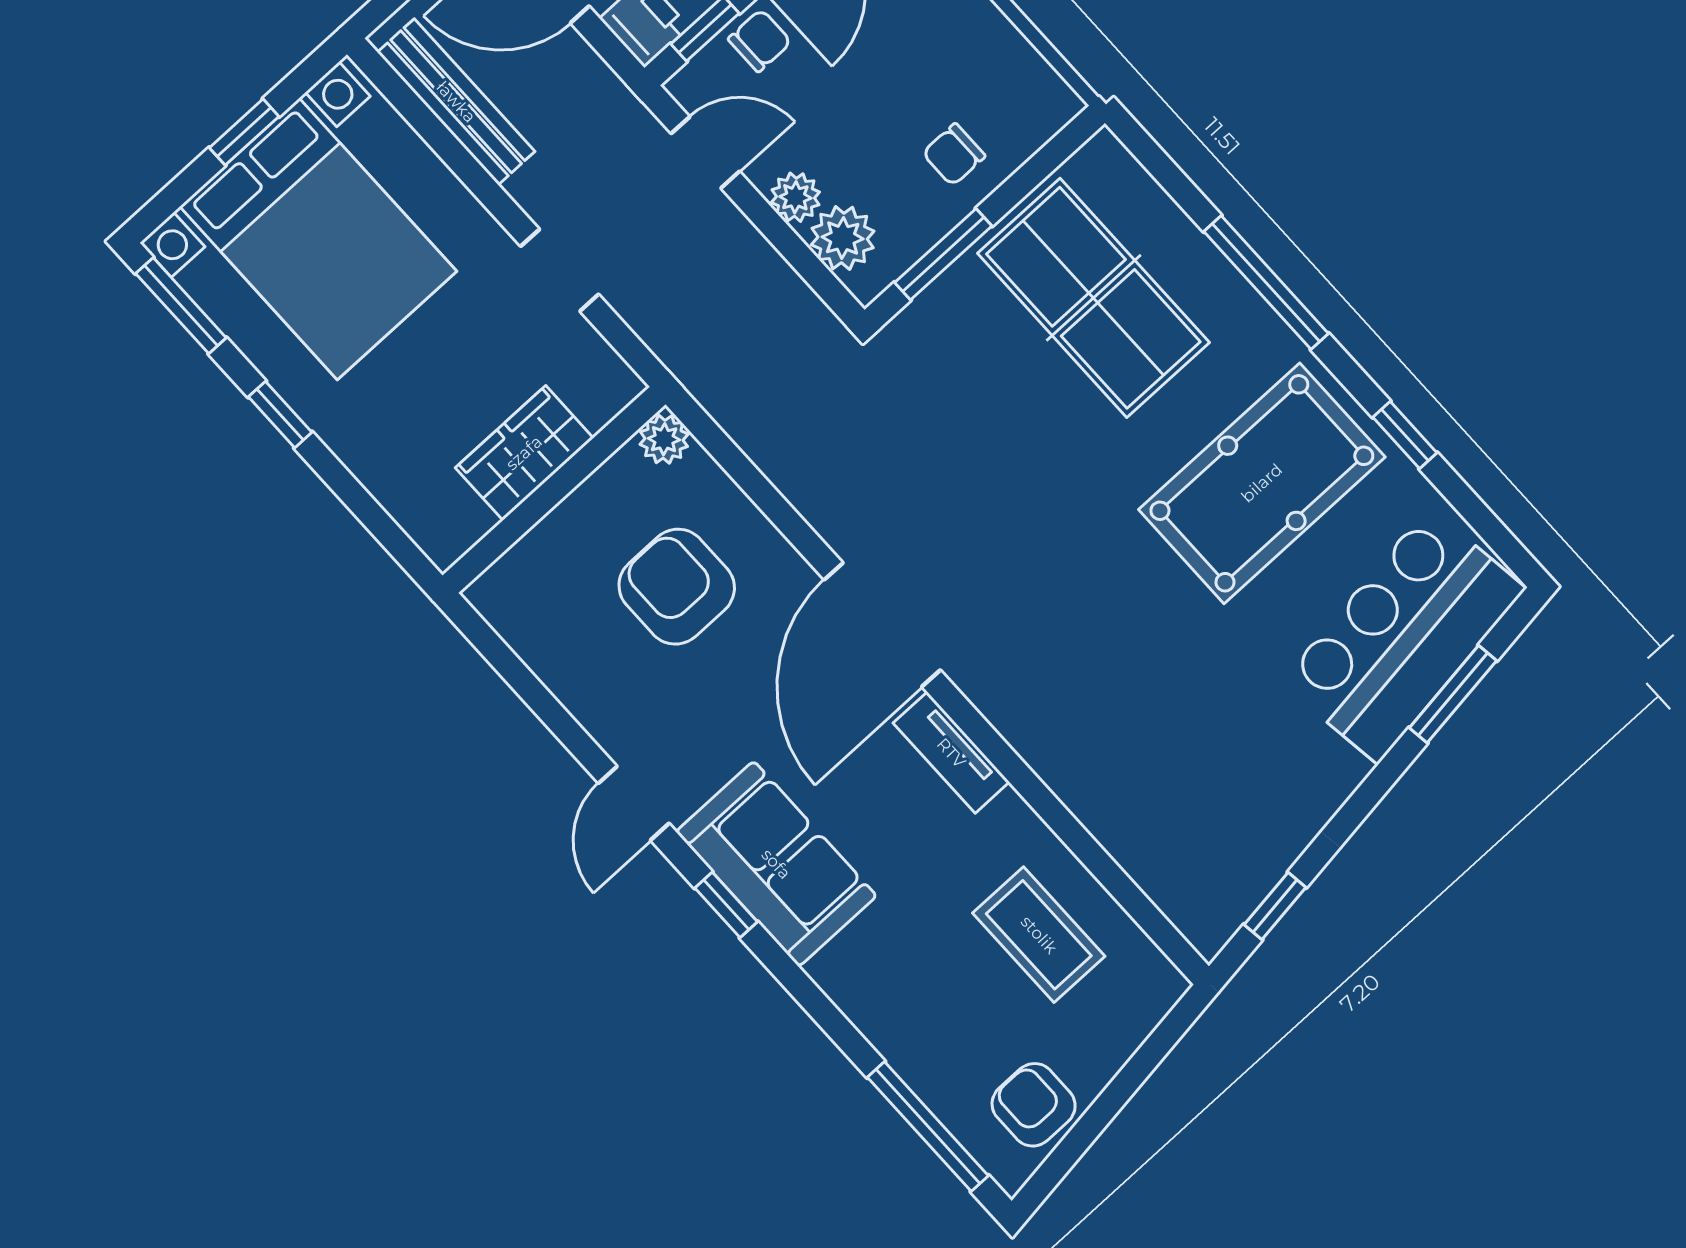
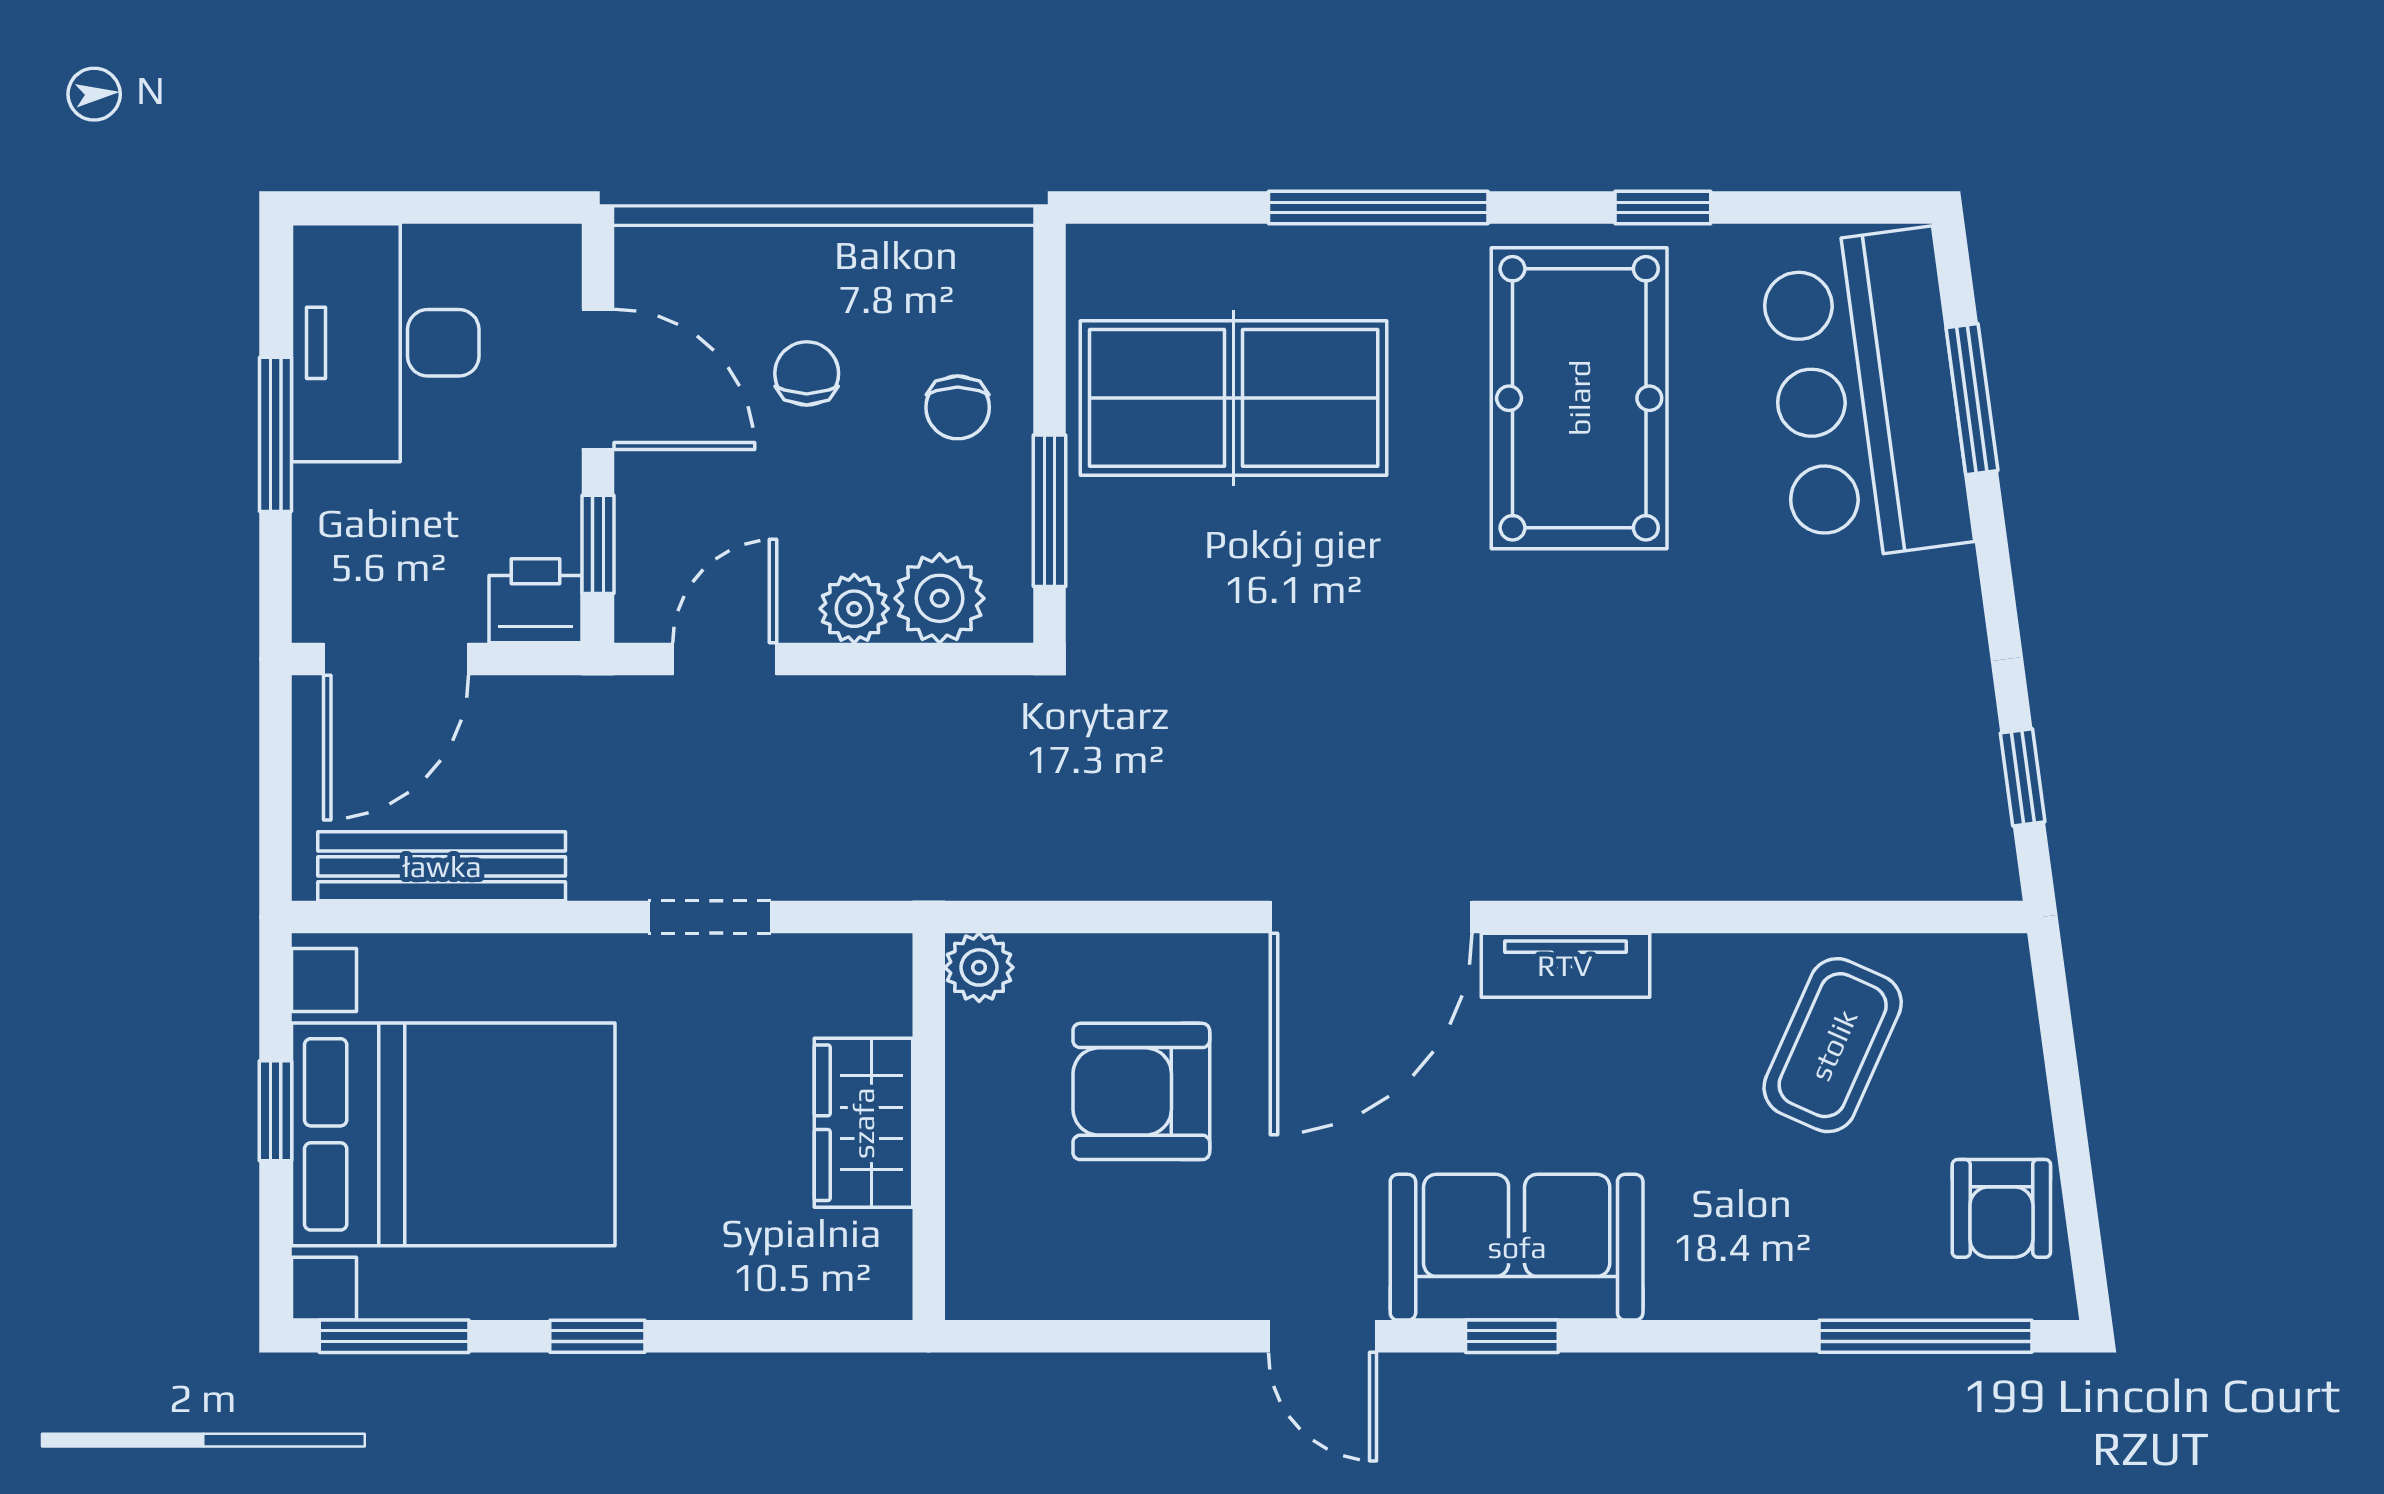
chair: (760, 41) -> (807, 373), moved
door: (882, 625) -> (1371, 917), hinge flipped
coffee table: (1039, 935) -> (1833, 1045), turned -66
armchair: (1034, 1105) -> (2001, 1208), turned -90

